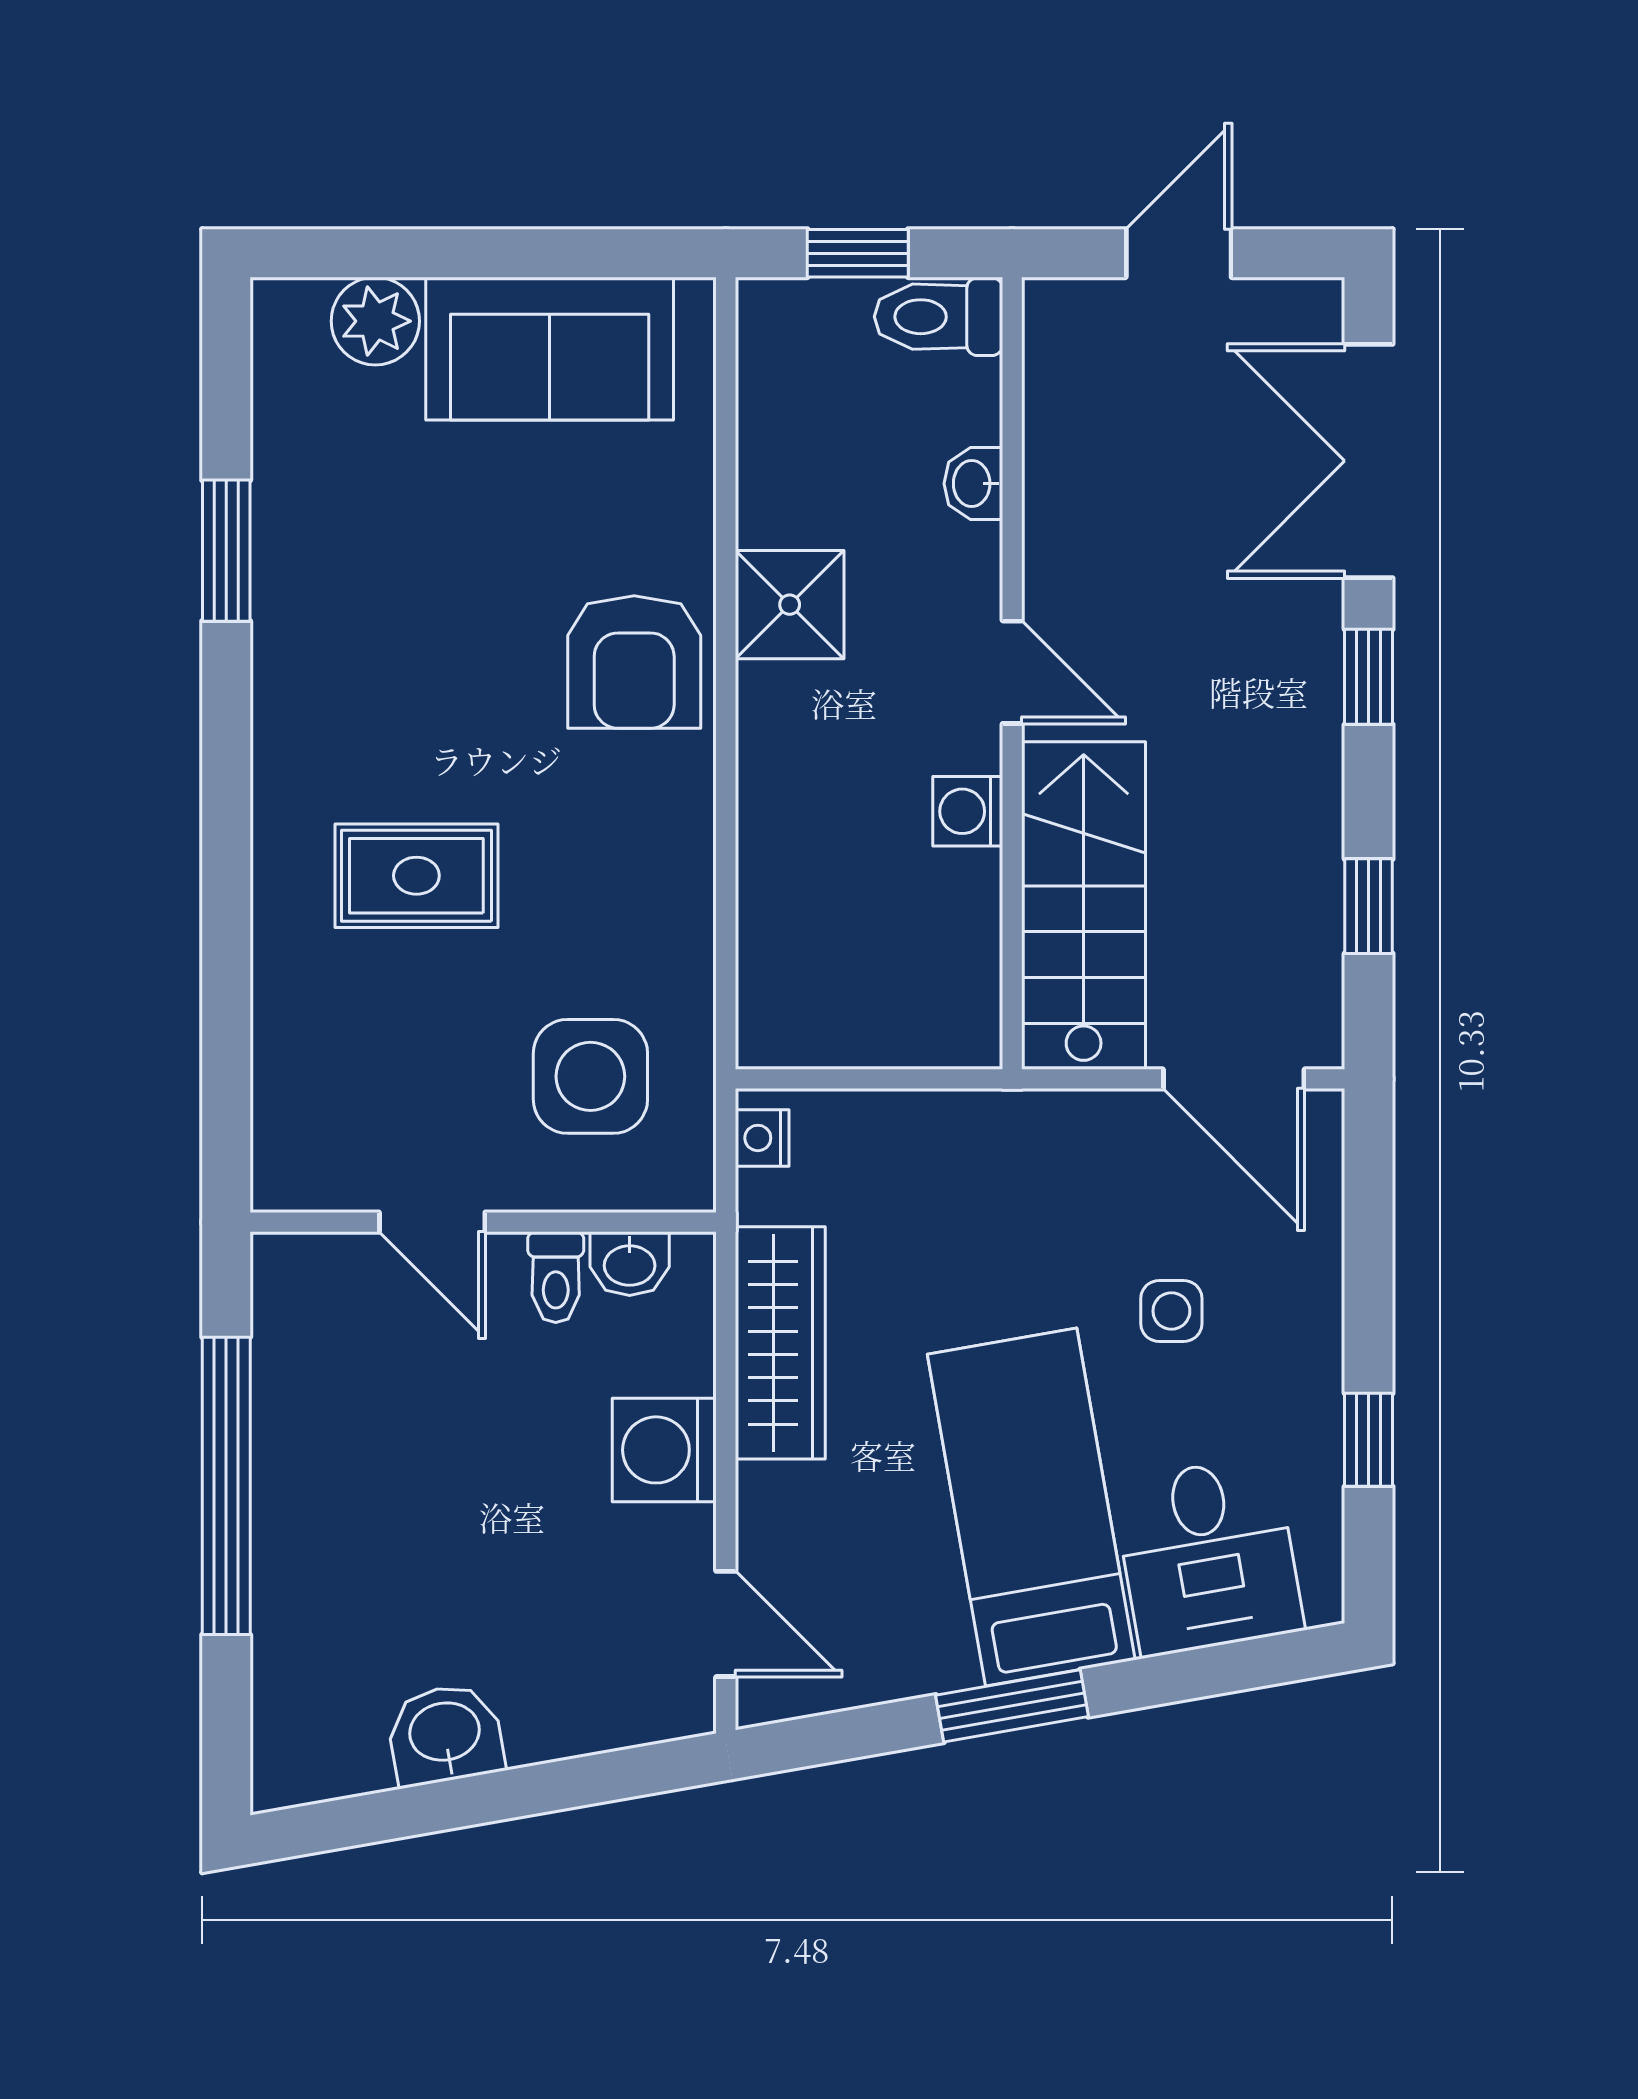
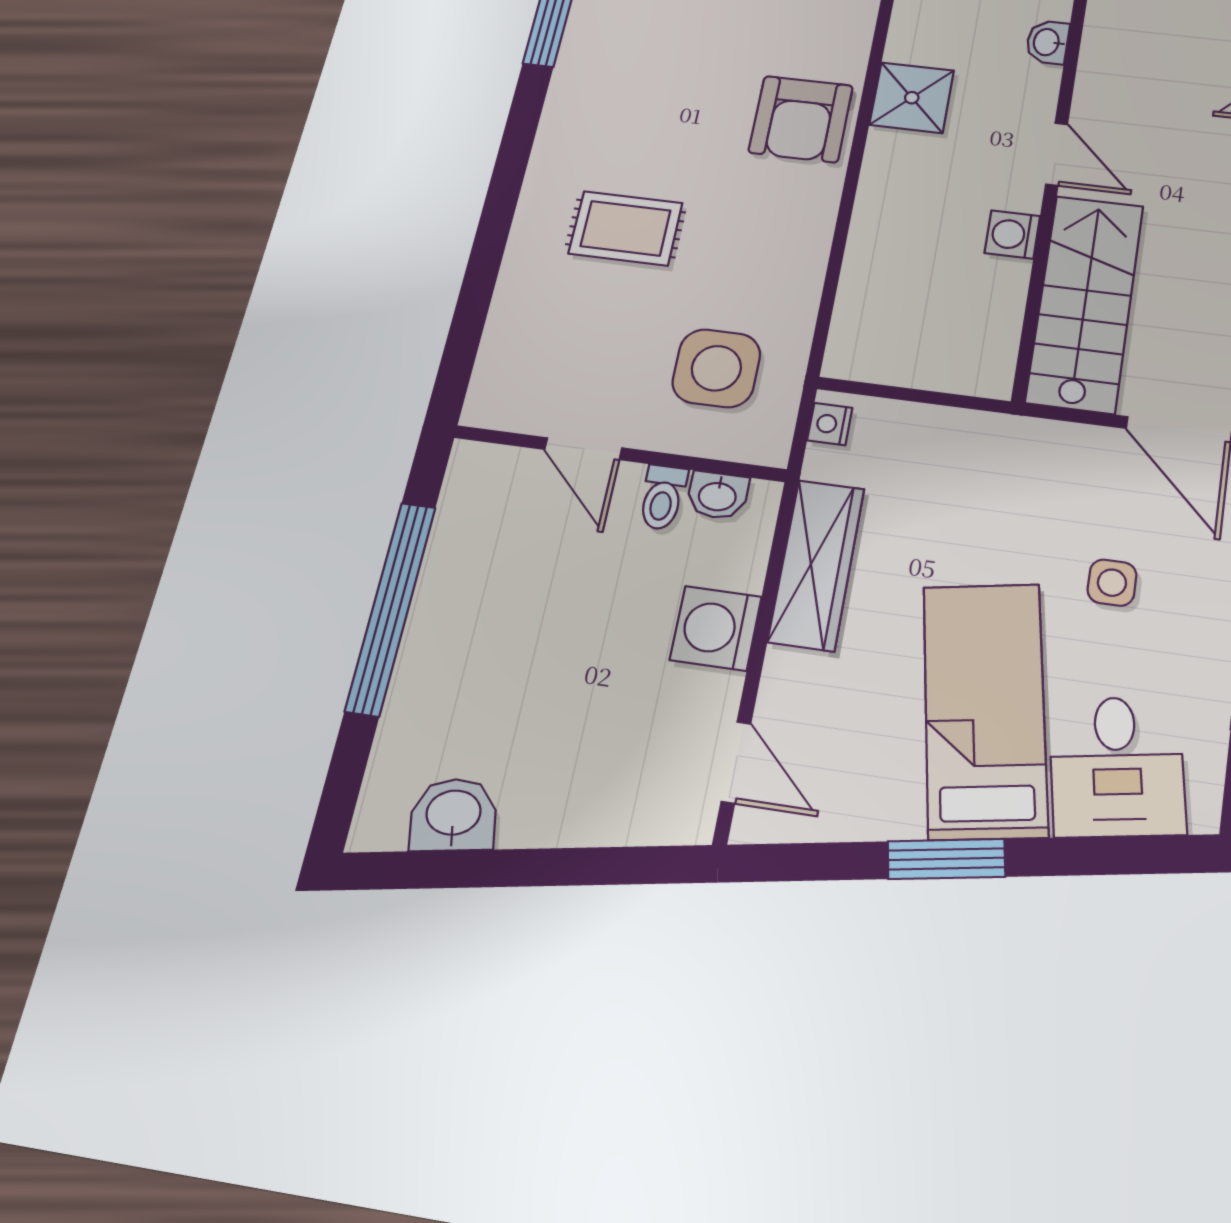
washbasin: (445, 1734) -> (453, 815), moved

